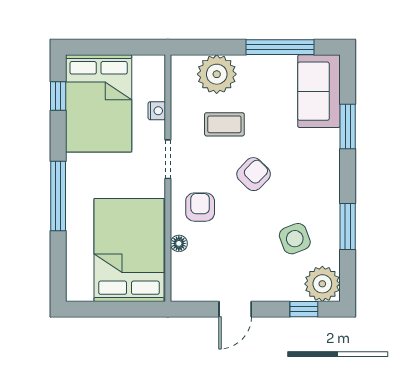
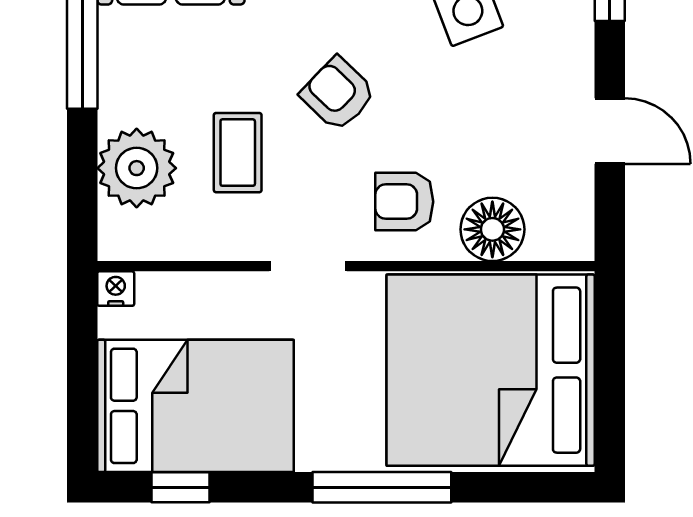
nightstand: (157, 111) -> (116, 289), moved
floor lamp: (179, 243) -> (492, 229), width x1.89, depth x1.89
bed: (129, 250) -> (491, 370), width x1.36

